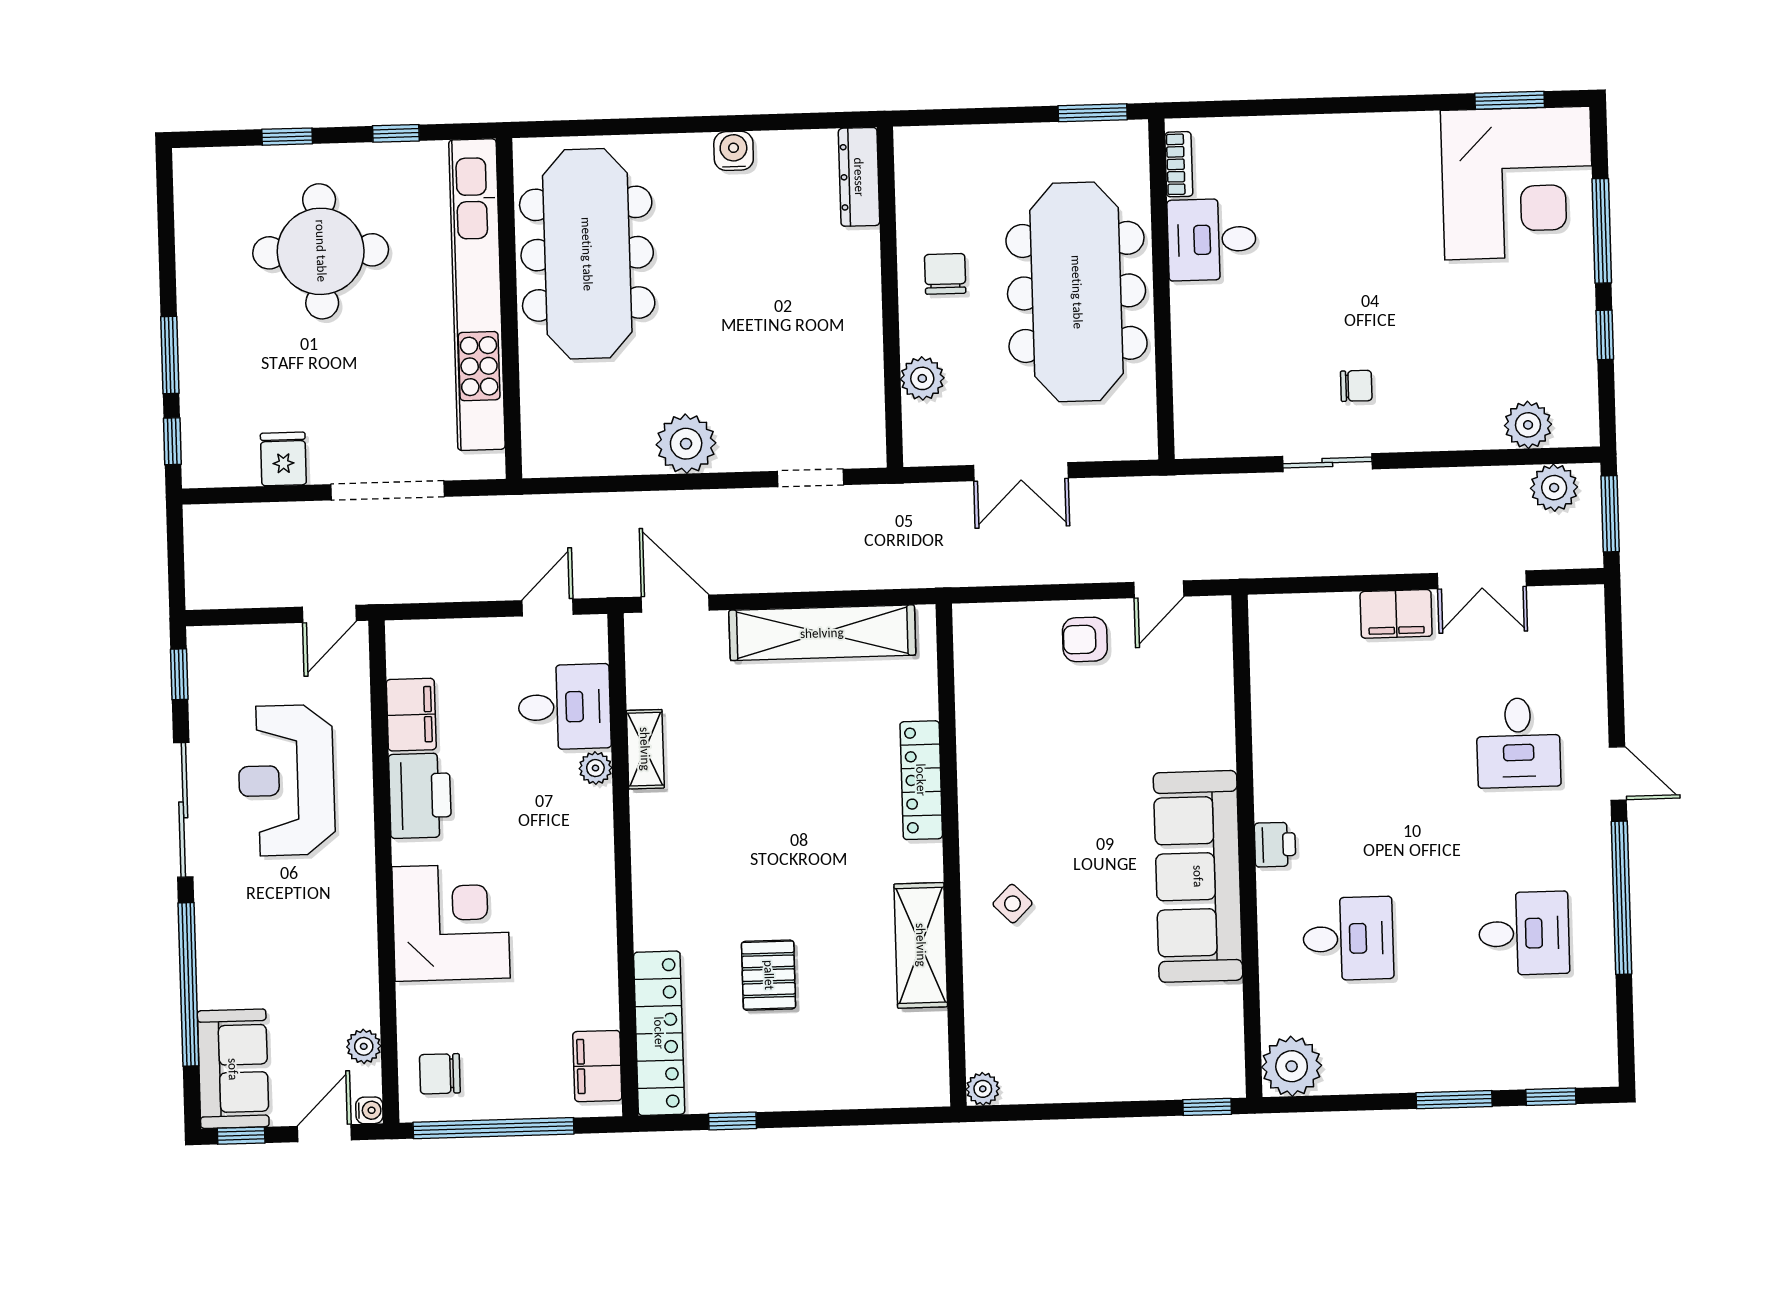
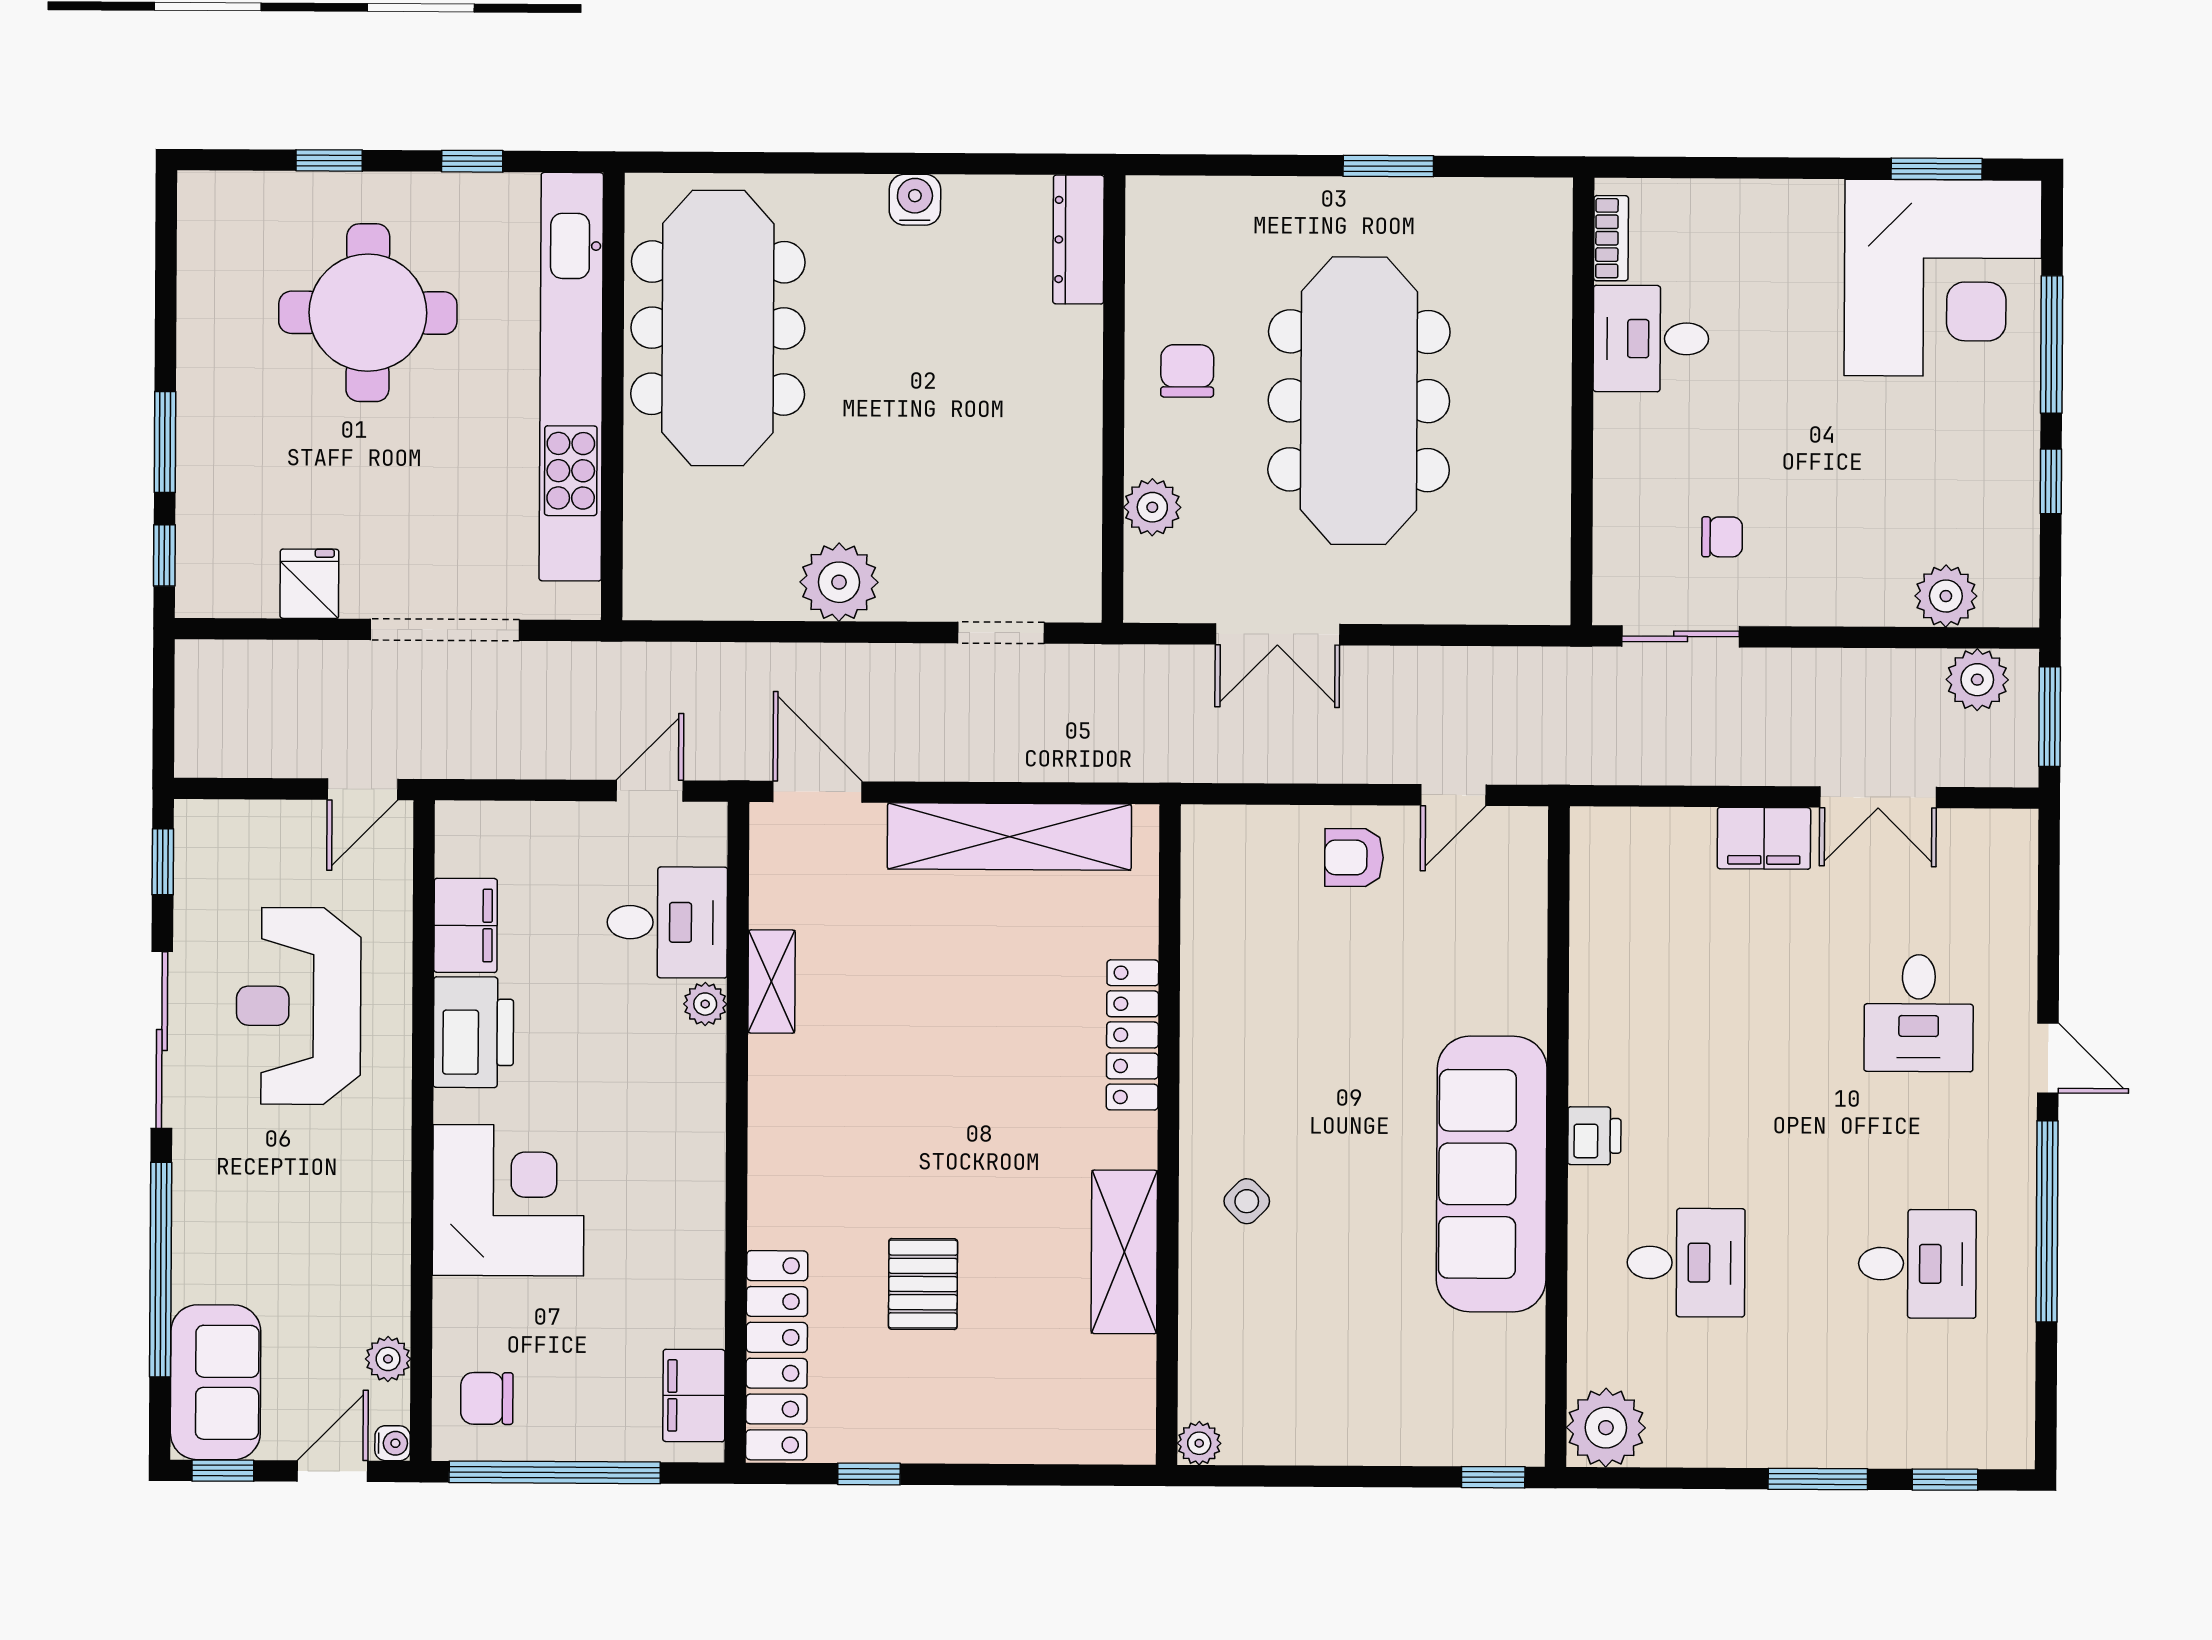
bookcase: (1179, 164) -> (1611, 238), moved
desk: (1212, 240) -> (1651, 339), moved
wall: (1161, 289) -> (1582, 401), moved

